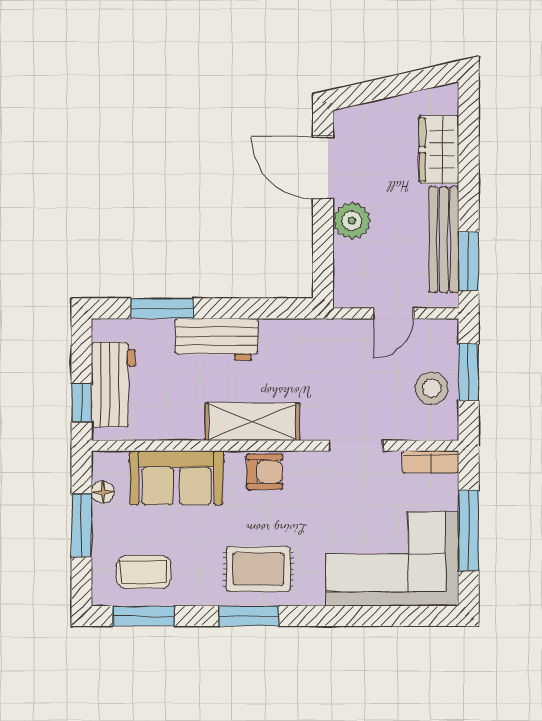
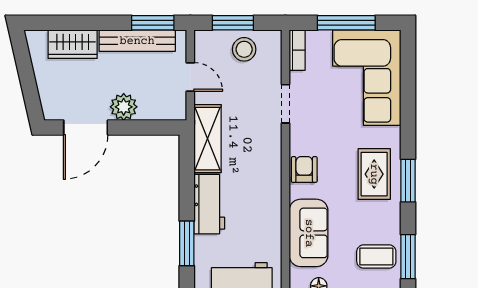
shelving: (252, 422) -> (207, 139), moved
coffee table: (144, 572) -> (376, 256), turned 90

